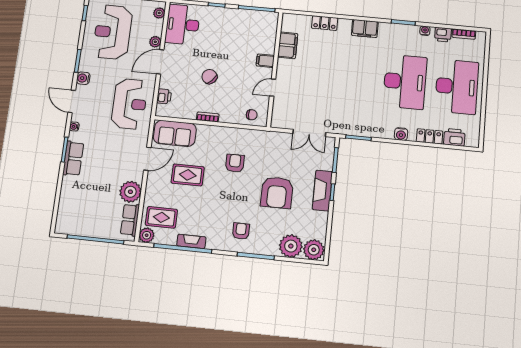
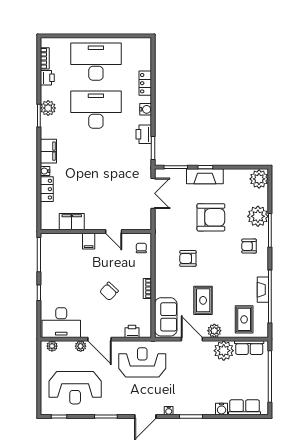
water cooler: (425, 31) -> (45, 171), moved
plant: (411, 32) -> (48, 108), added
water cooler: (83, 78) -> (222, 409), moved
printer: (454, 137) -> (144, 134), moved
row of seats: (73, 159) -> (245, 407), moved
plant: (147, 235) -> (214, 331), moved
plant: (291, 246) -> (258, 216), moved

